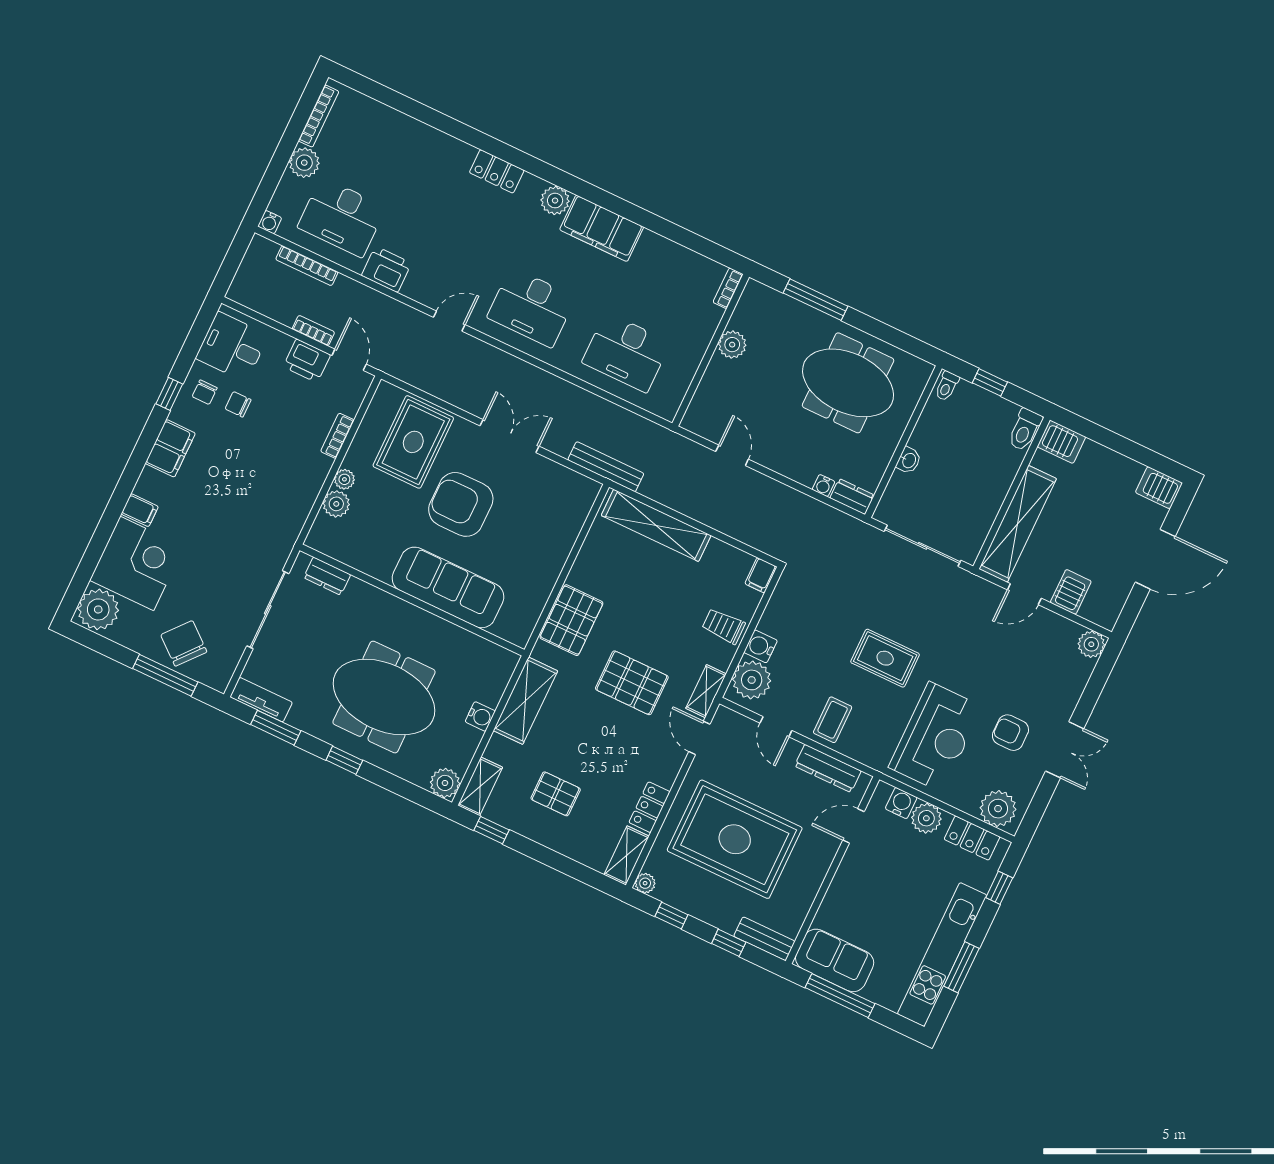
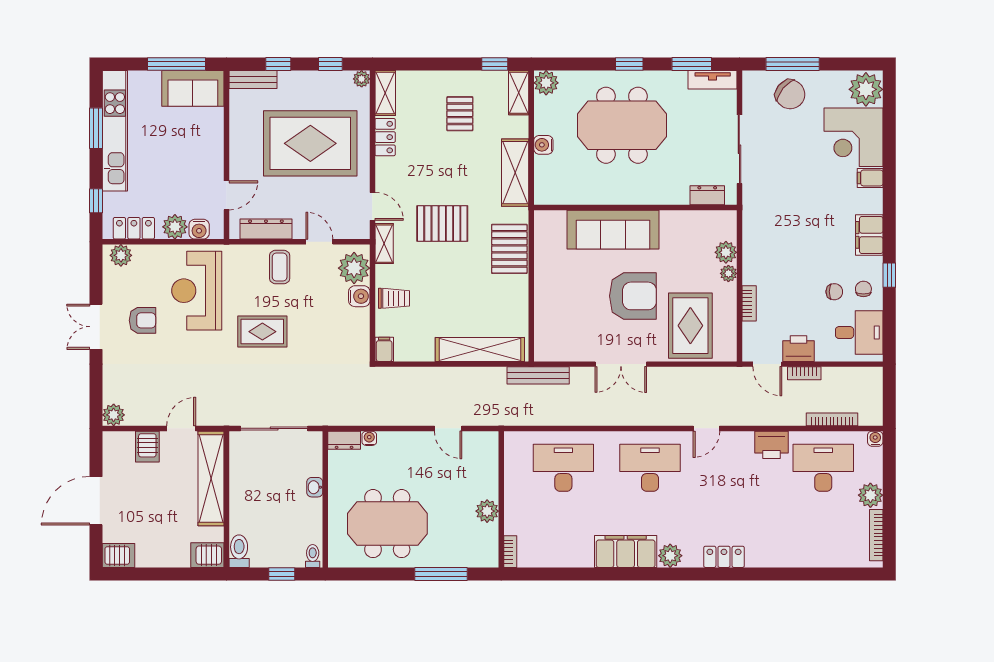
pallet: (556, 794) -> (460, 114), turned 90
plant: (998, 809) -> (121, 255), width x0.73, depth x0.73

